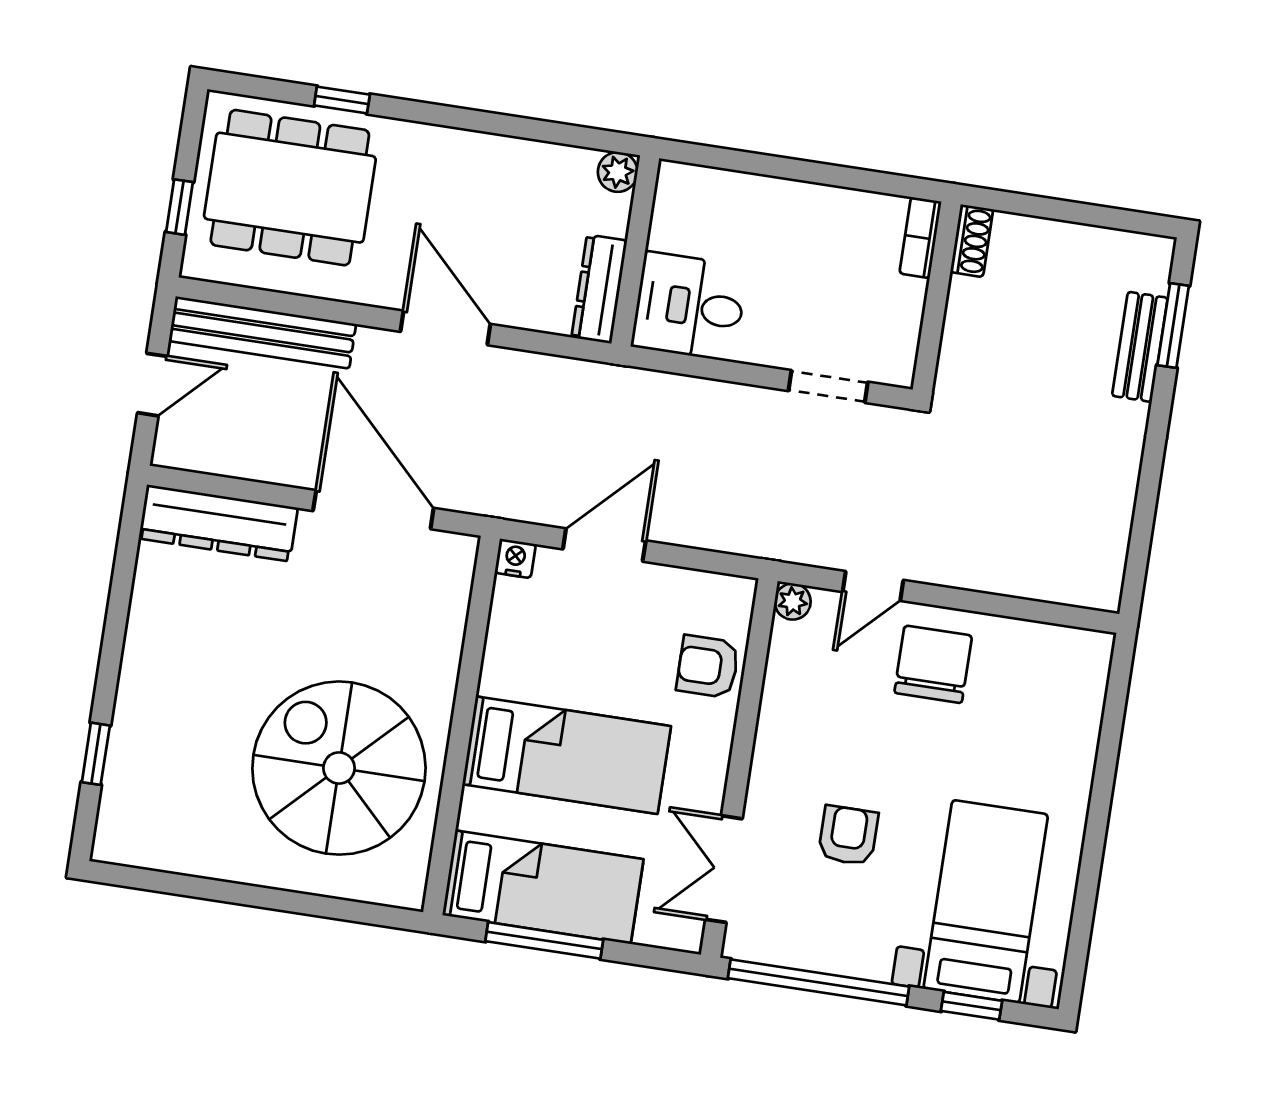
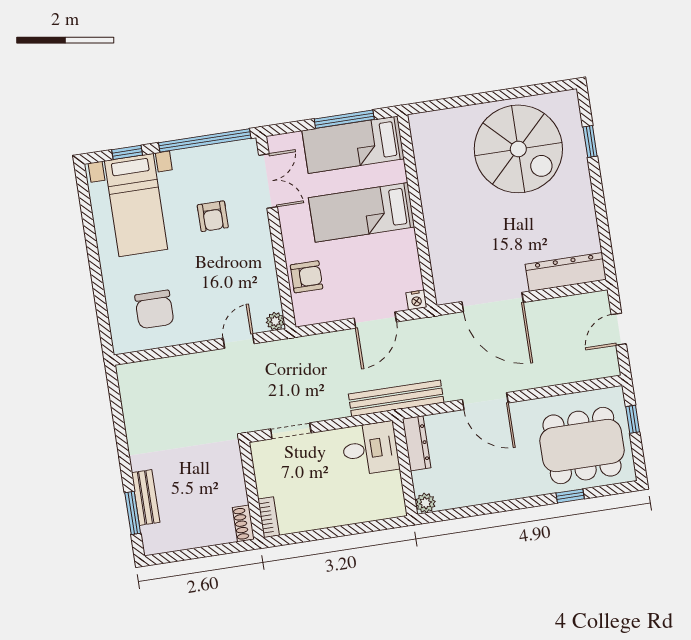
bench: (262, 333) -> (396, 398), moved
chair: (933, 664) -> (154, 309), moved
spiral stairs: (339, 768) -> (518, 149), moved

